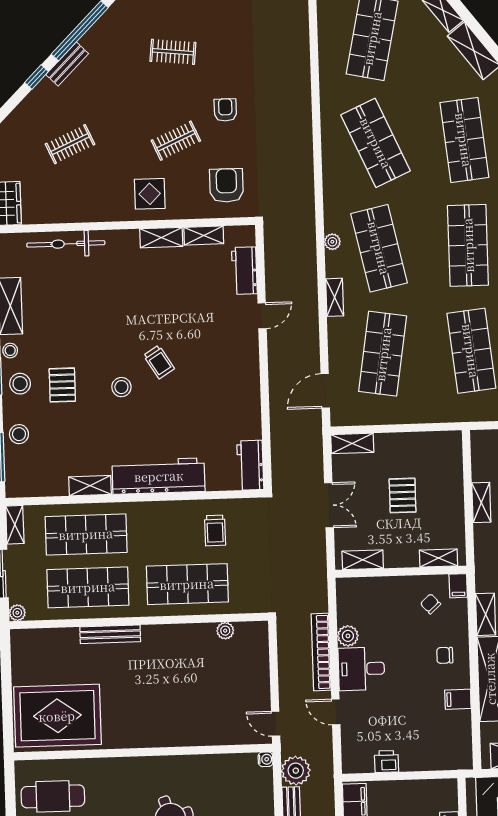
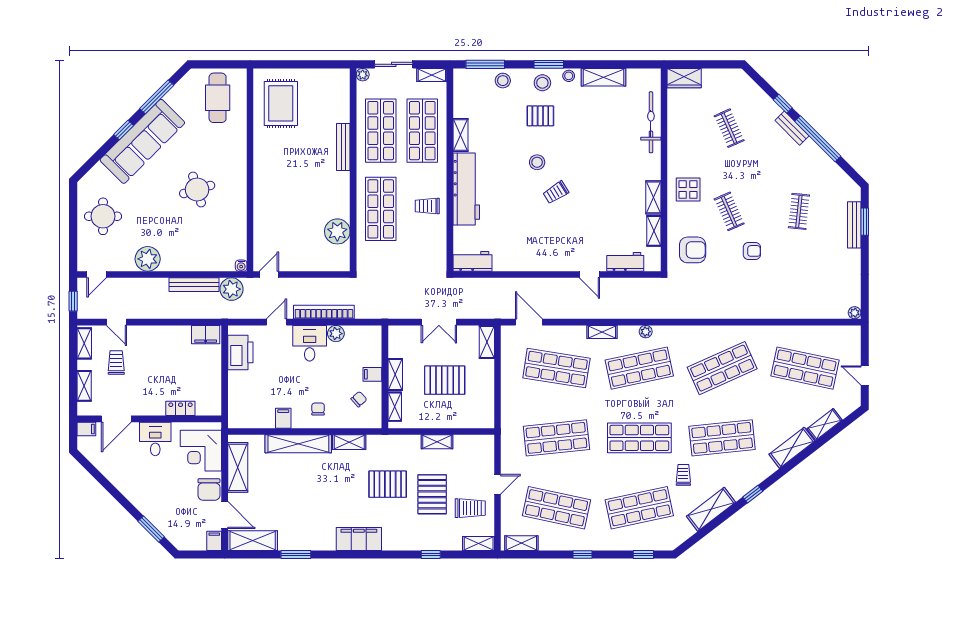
pallet: (403, 495) -> (445, 380), width x1.50, depth x1.42
trolley: (215, 530) -> (427, 206), moved
shelving: (363, 560) -> (395, 374), moved
filing cabinet: (458, 586) -> (372, 374), moved
plant: (225, 631) -> (337, 231), width x1.87, depth x1.87
rug: (57, 716) -> (281, 103), width x0.73, depth x0.69
printer: (387, 762) -> (240, 352), width x1.87, depth x1.48

